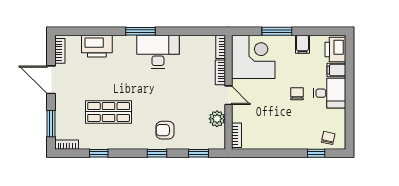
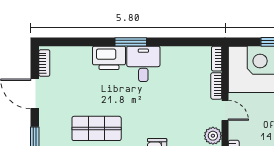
printer: (97, 46) -> (109, 58), moved
desk: (158, 52) -> (143, 64), width x0.73

